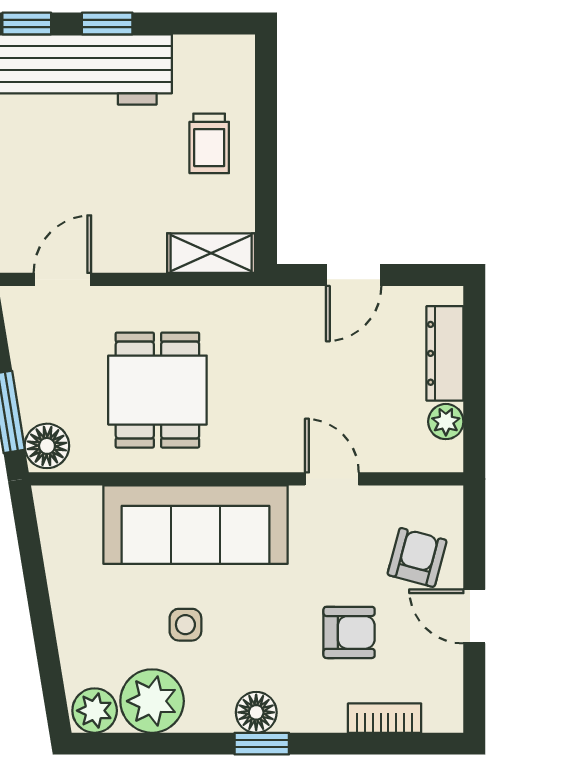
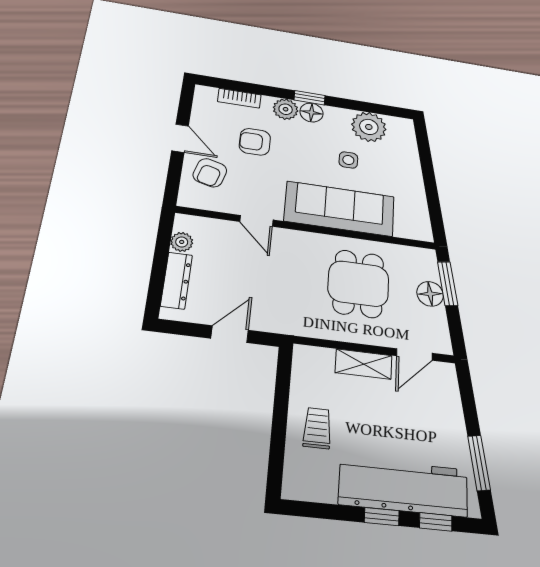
shelving: (211, 253) -> (364, 364), moved
floor lamp: (47, 446) -> (430, 294), moved
plant: (95, 711) -> (286, 109), moved

